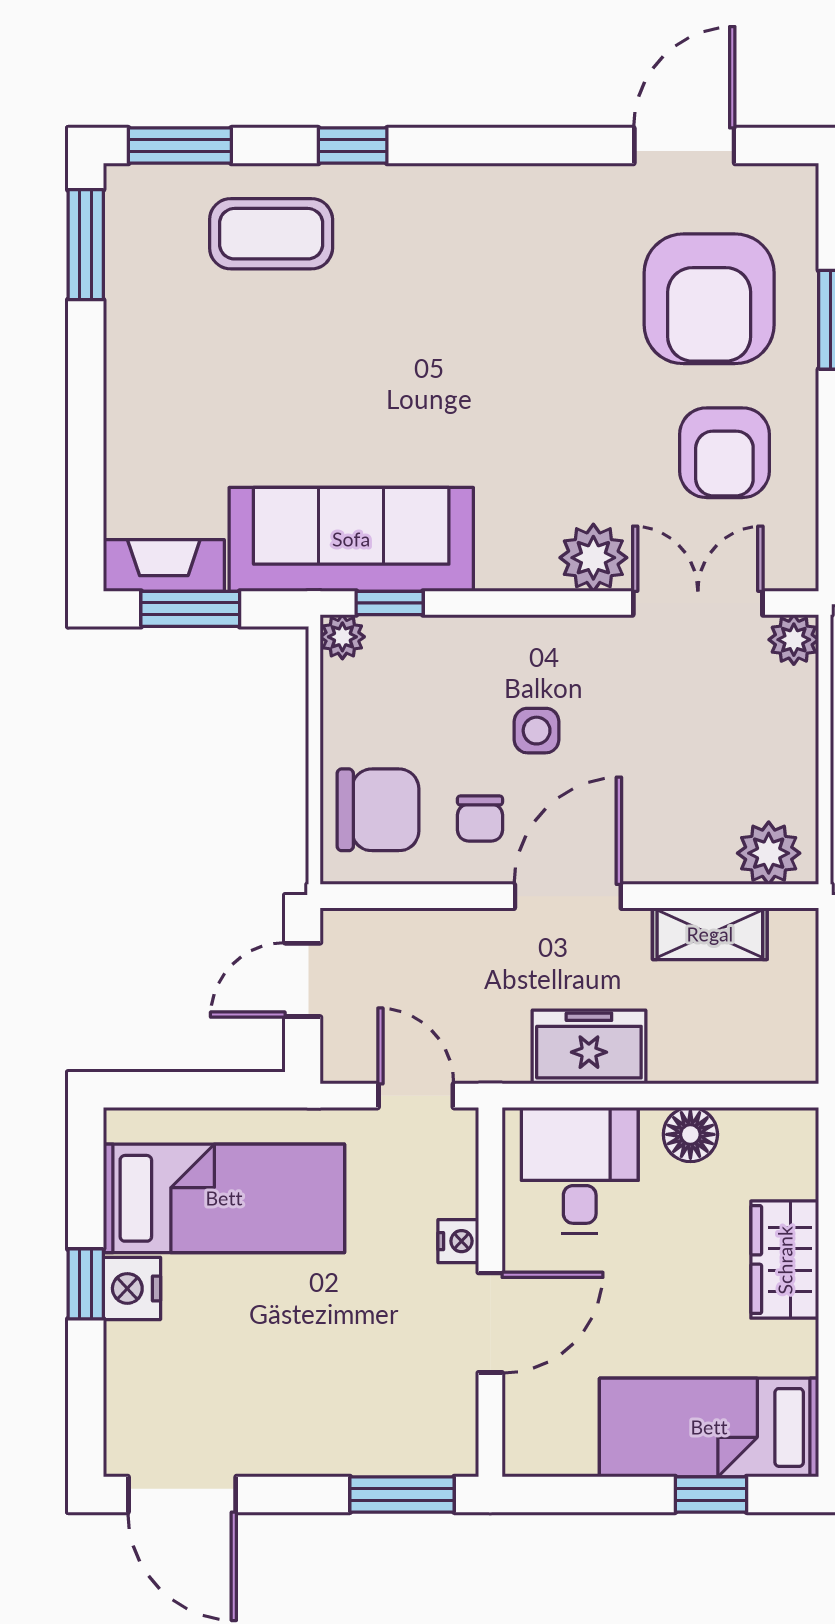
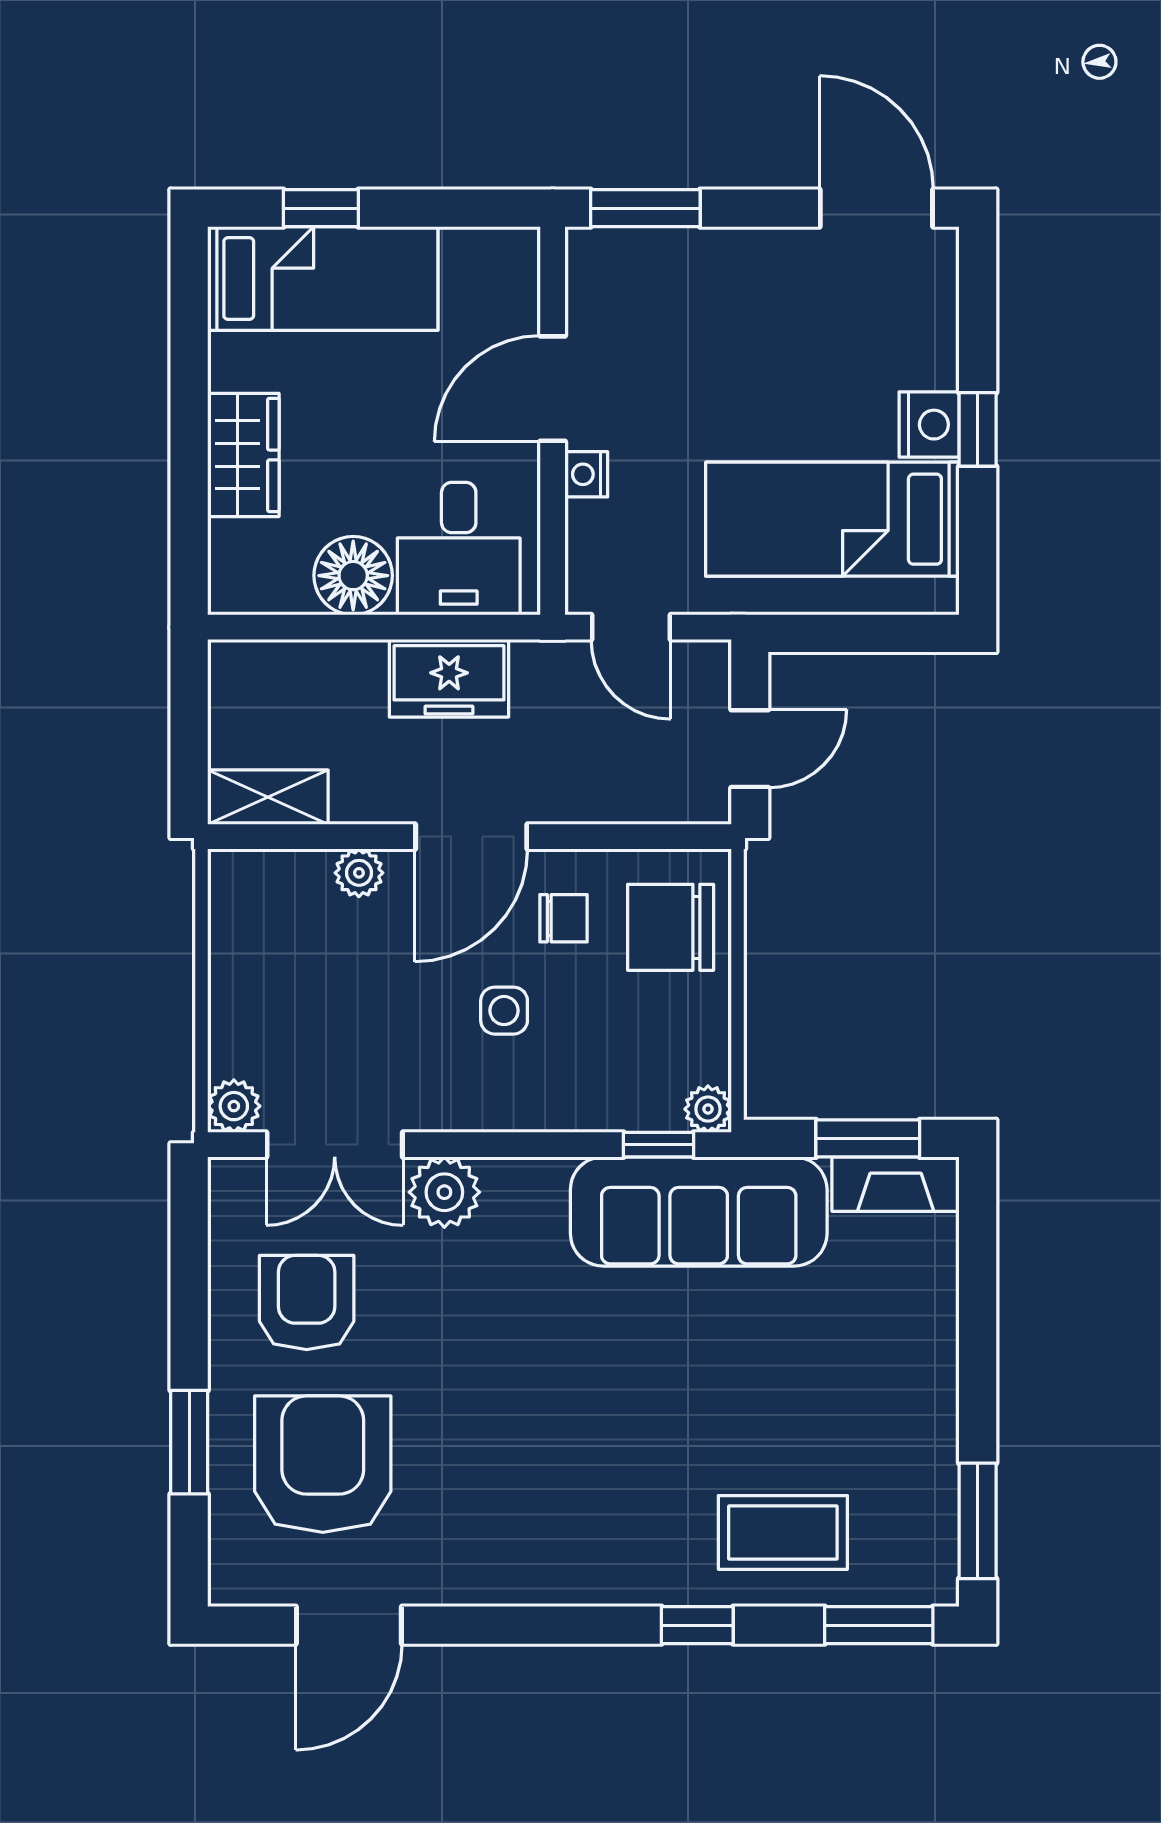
chair: (480, 818) -> (563, 918), turned 90
plant: (769, 853) -> (359, 873), moved, width x0.73, depth x0.73
shelving: (710, 934) -> (268, 797), moved
floor lamp: (690, 1134) -> (353, 576), width x1.38, depth x1.38

